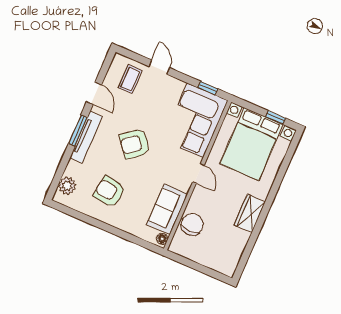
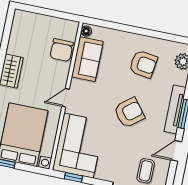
door: (94, 93) -> (176, 151), hinge flipped
door: (198, 173) -> (66, 98), hinge flipped

